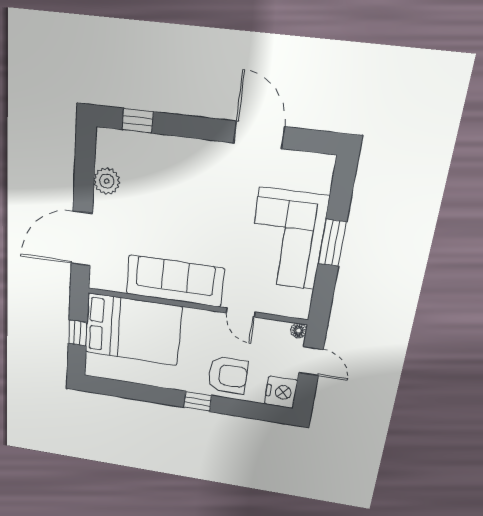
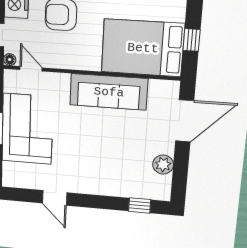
door: (259, 135) -> (55, 198), width x0.73
door: (241, 313) -> (31, 69), moved

